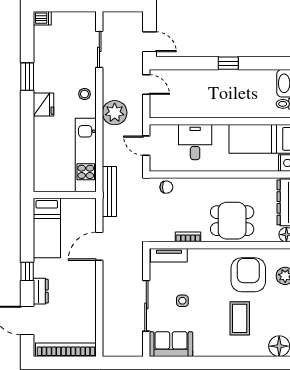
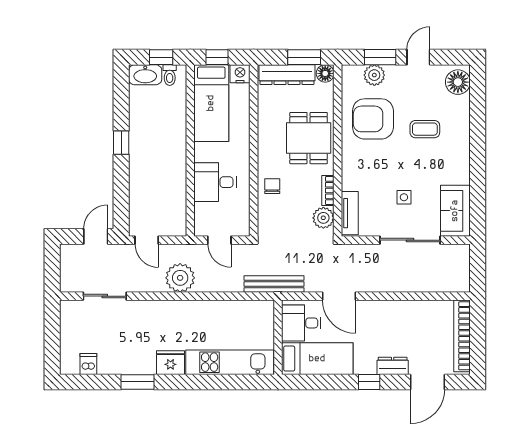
dishwasher: (42, 18) -> (88, 364), moved
door: (146, 85) -> (147, 240), swing flipped
stool: (85, 94) -> (158, 314), removed
door: (146, 146) -> (219, 240), hinge flipped
kitchen unit: (86, 155) -> (230, 362), moved, turned 180
chair: (166, 187) -> (272, 186), moved
desk: (77, 214) -> (301, 323), added
plant: (165, 233) -> (323, 218), added
coffee table: (240, 318) -> (425, 129), width x0.73, depth x0.77

